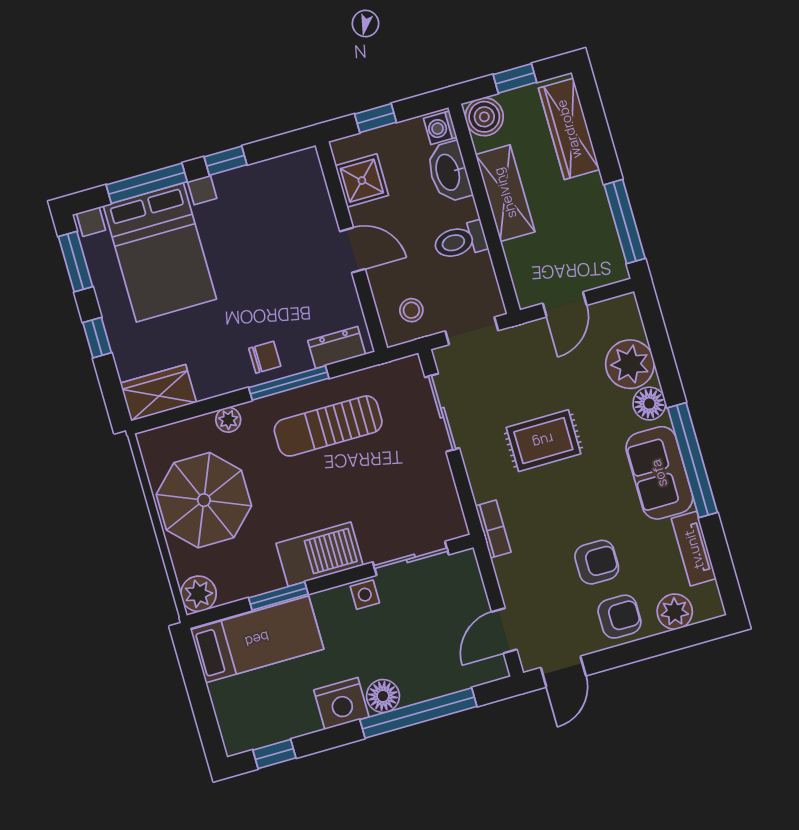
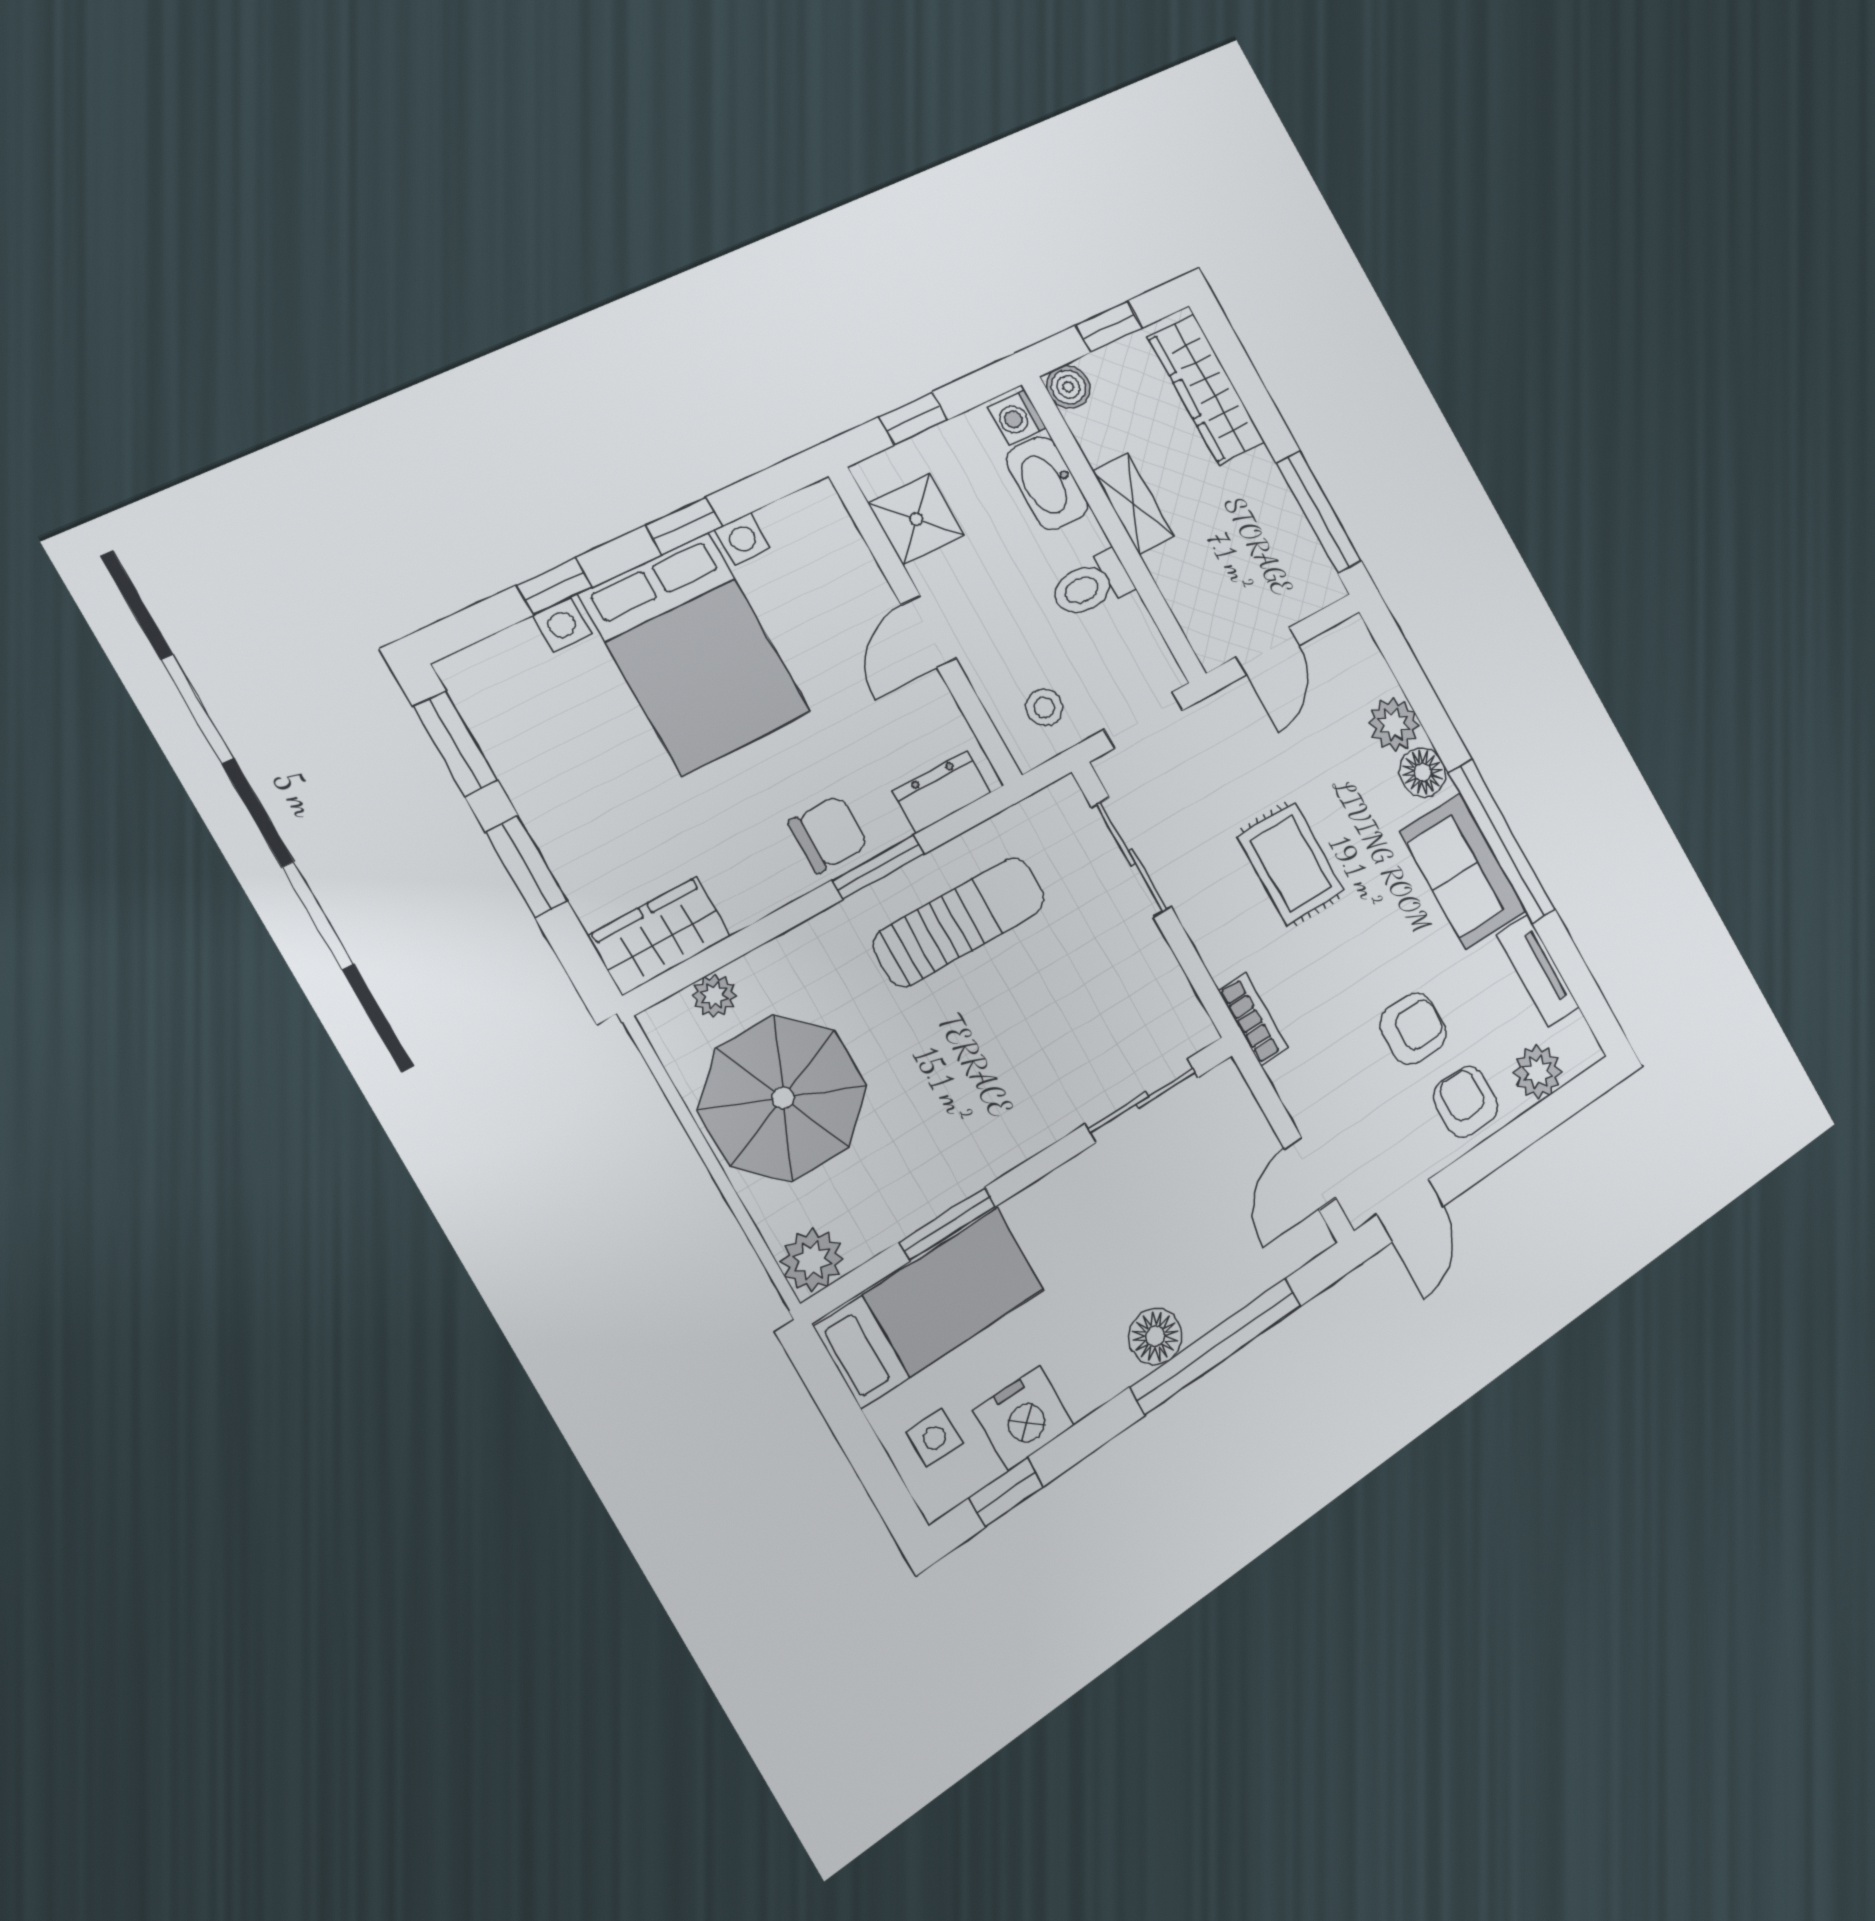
boiler: (484, 117) -> (1068, 387), width x0.73, depth x0.73
window: (147, 183) -> (554, 586), width x0.46
shelving: (505, 193) -> (1133, 504), width x0.67, depth x0.75
door: (352, 250) -> (929, 632), swing flipped
bed with nightstands: (160, 252) -> (695, 654), moved
window: (97, 338) -> (526, 866), width x1.50
chair: (265, 357) -> (828, 834), width x1.37, depth x1.37
plant: (630, 364) -> (1394, 724), width x0.73, depth x0.73
window: (289, 383) -> (878, 867), width x0.69
plant: (228, 420) -> (714, 996), moved
sun lounger: (328, 426) -> (960, 922), turned 180
rug: (543, 441) -> (1291, 864), turned 90
barbecue: (320, 554) -> (998, 1135), removed
side table: (365, 595) -> (934, 1438), moved
armchair: (620, 617) -> (1466, 1102), turned -90
nightstand: (341, 703) -> (1024, 1418), moved

